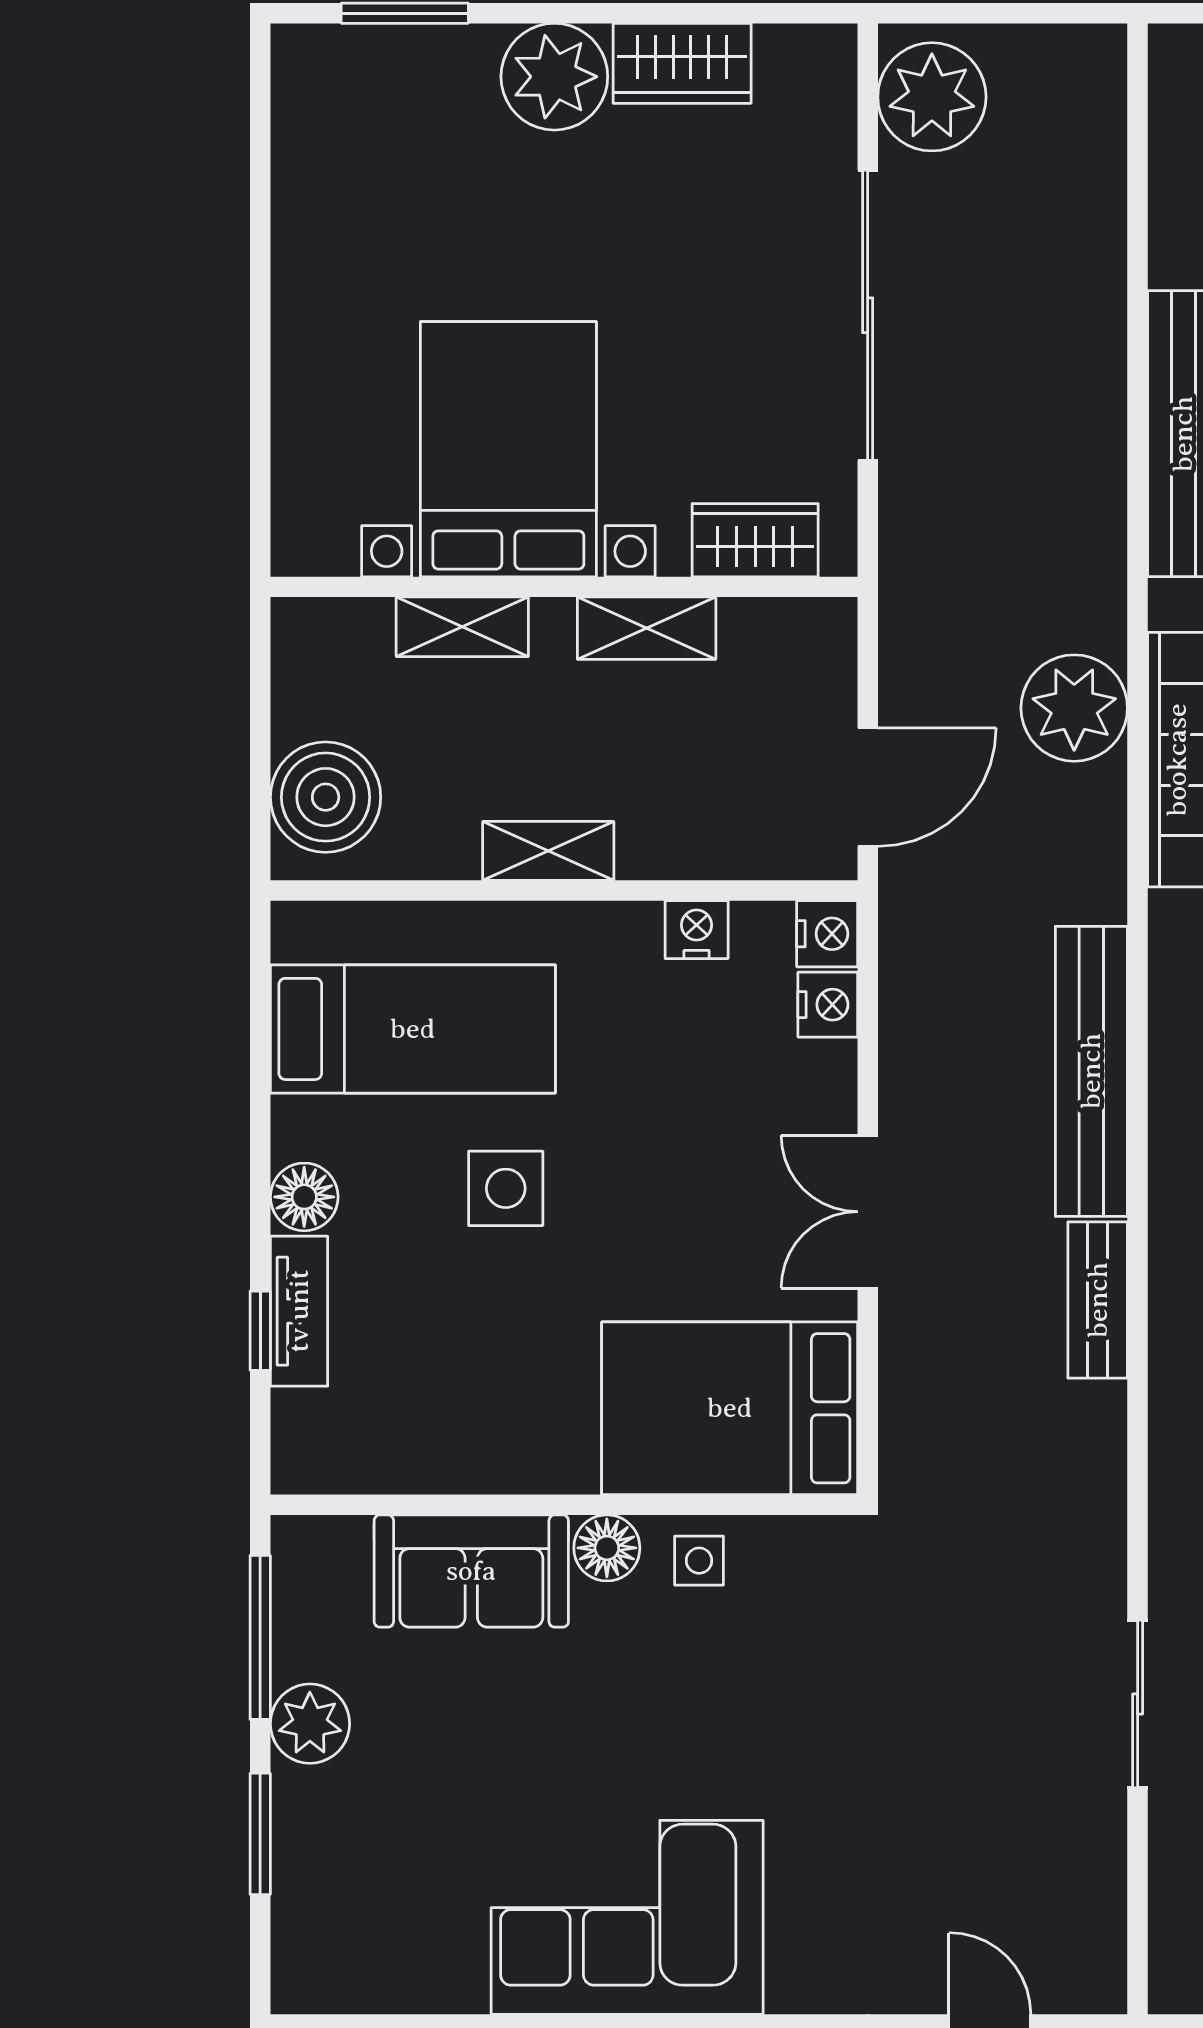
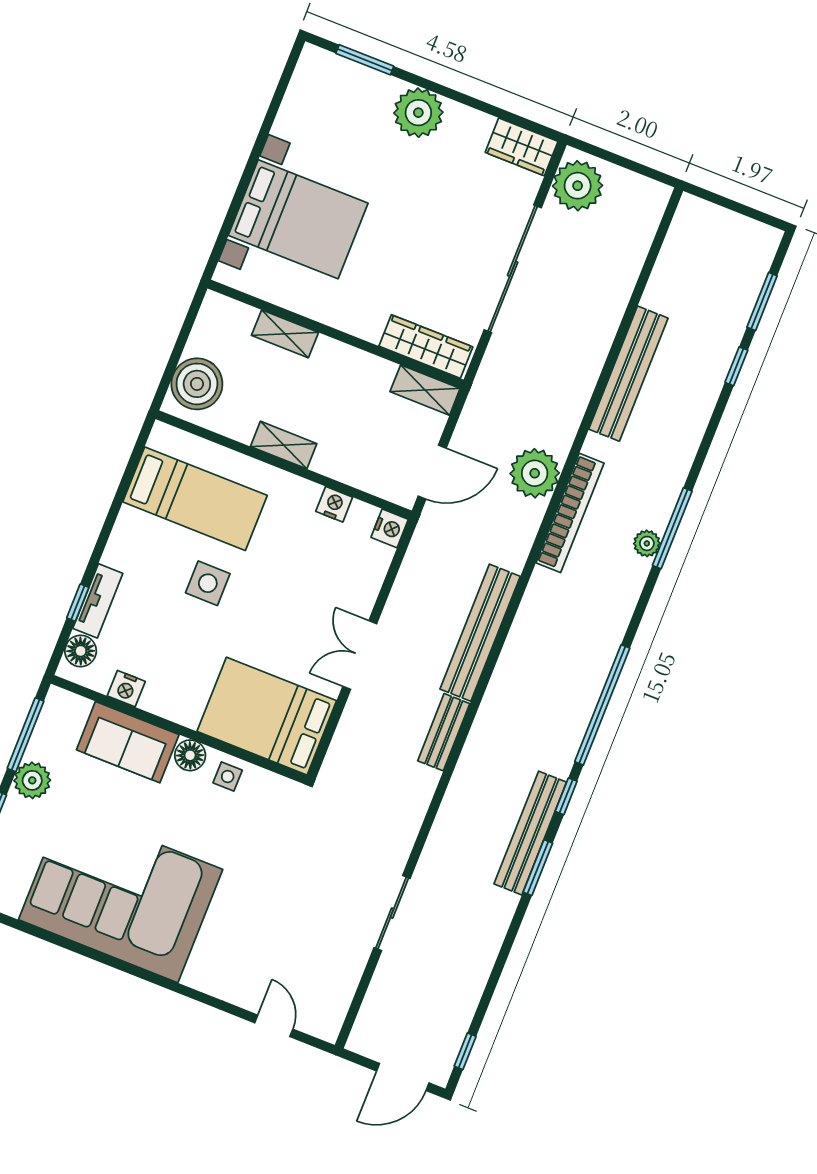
wardrobe: (682, 63) -> (522, 147), moved
bed with nightstands: (508, 449) -> (298, 219), moved, turned 90
wardrobe: (755, 540) -> (426, 347), width x1.50
shelving: (647, 628) -> (425, 390), moved
nightstand: (828, 1005) -> (126, 689), moved, turned 90
floor lamp: (304, 1197) -> (81, 651), moved
corner sofa: (627, 1917) -> (121, 894), width x1.36, depth x1.36

